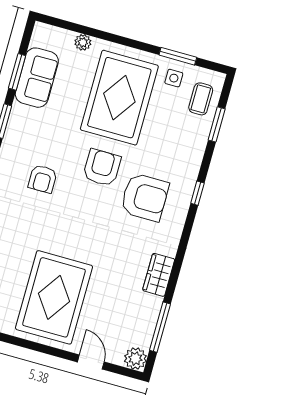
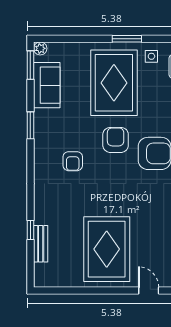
plant: (83, 42) -> (40, 48), moved
window: (178, 56) -> (127, 39), moved
window: (17, 72) -> (30, 65), moved

